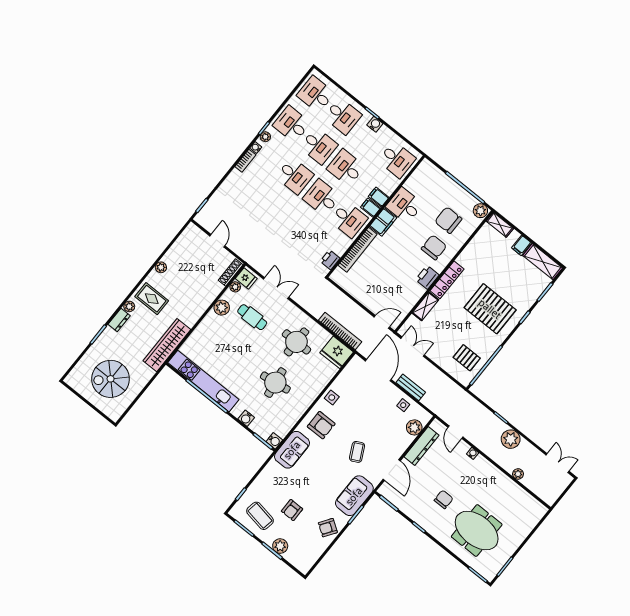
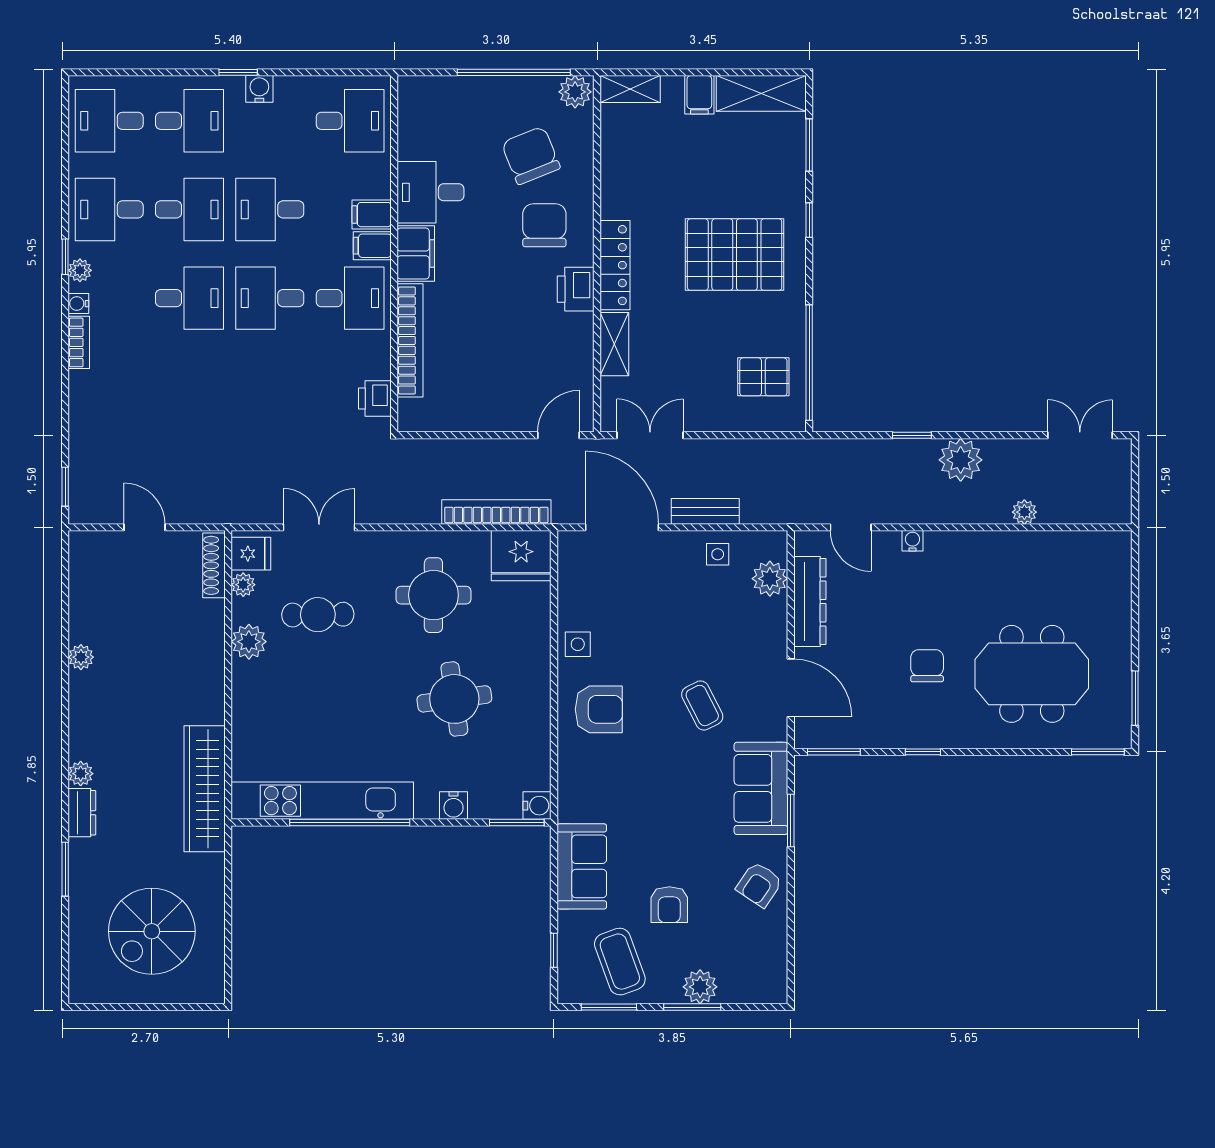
chair: (448, 220) -> (531, 155), turned 68
rug: (152, 299) -> (110, 727), removed
sofa: (292, 450) -> (582, 866), moved
coffee table: (260, 516) -> (620, 962), turned 60

